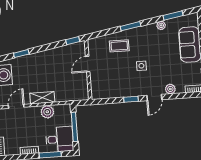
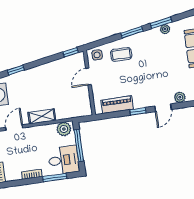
window: (173, 15) -> (161, 23), moved
side table: (141, 66) -> (97, 55), moved
piano: (112, 92) -> (117, 105), added
plant: (47, 112) -> (64, 129), moved

